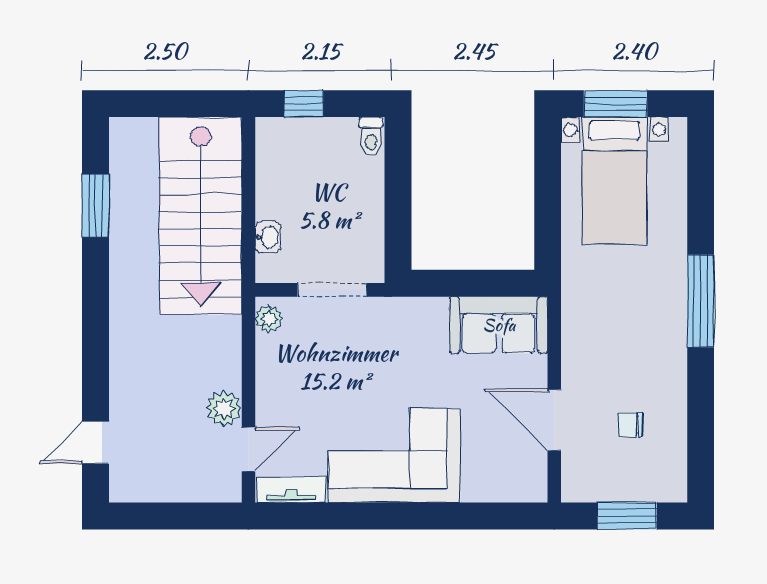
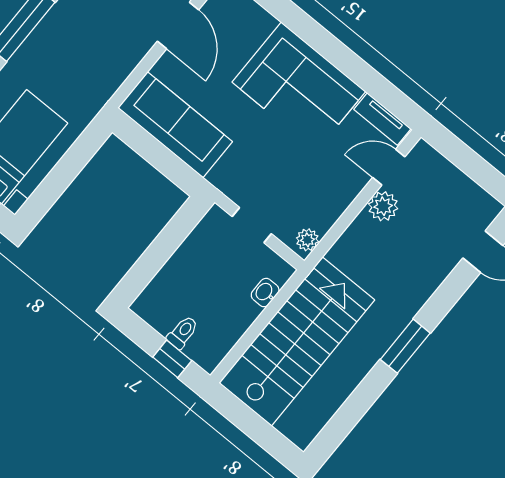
toilet: (371, 136) -> (183, 332), moved
window: (95, 206) -> (405, 346), moved
doorway: (332, 290) -> (252, 225), width x0.73
sofa: (499, 325) -> (175, 125), width x1.36

